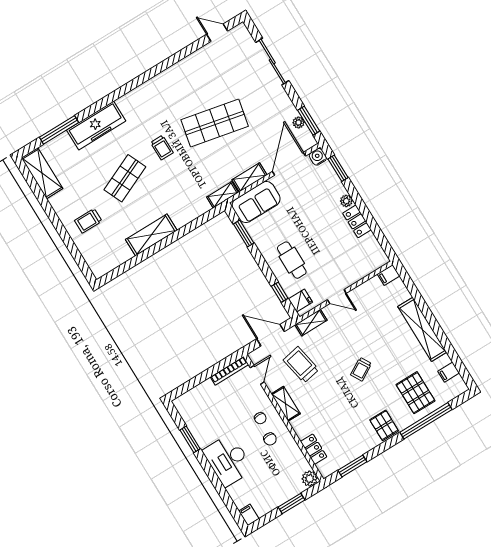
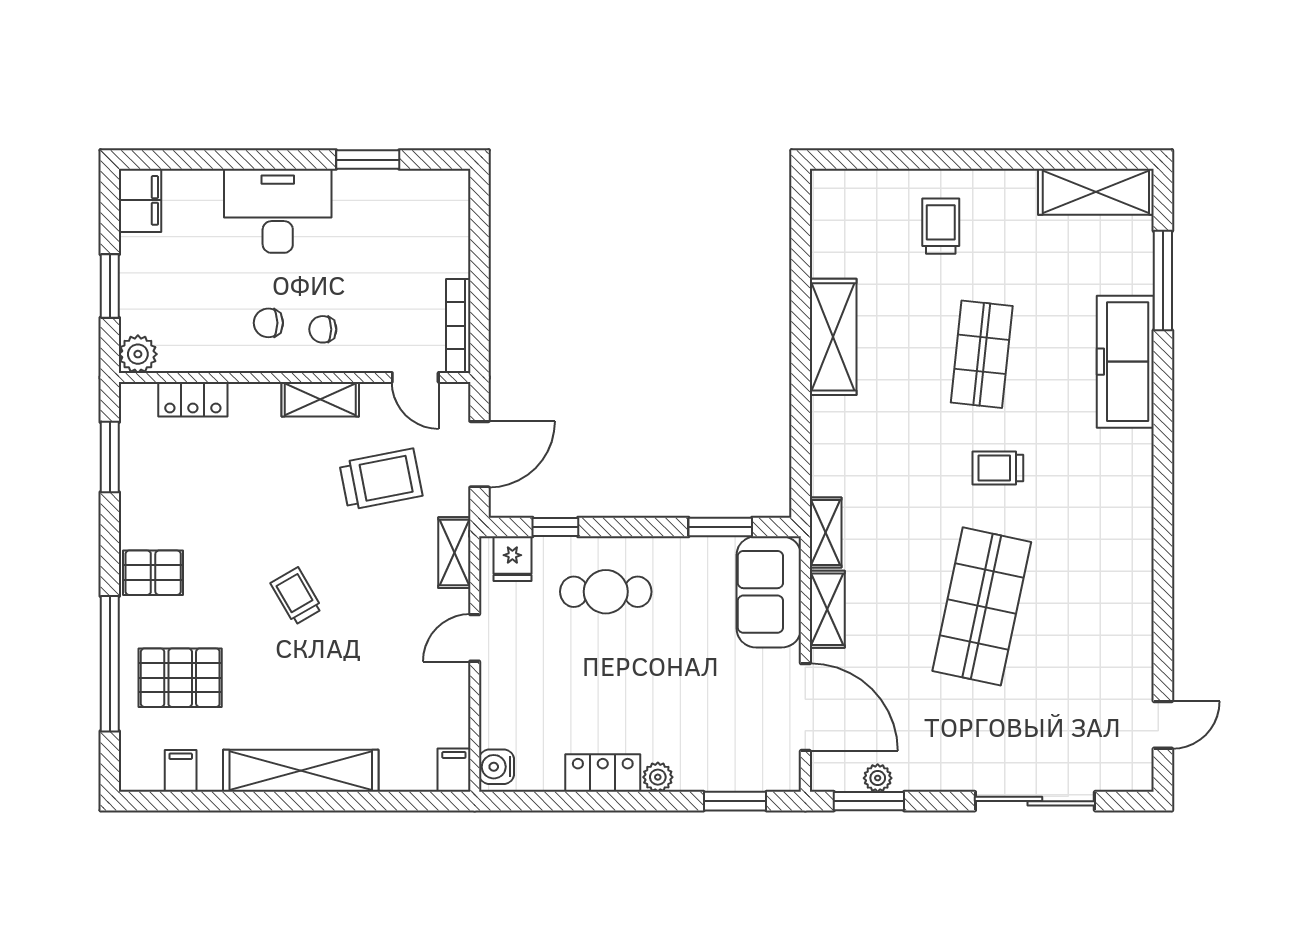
water cooler: (318, 157) -> (497, 767), moved, turned 180
shop shelf: (125, 178) -> (982, 354), turned 30
filing cabinet: (249, 515) -> (140, 200), width x2.00

